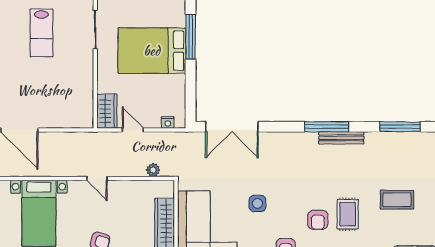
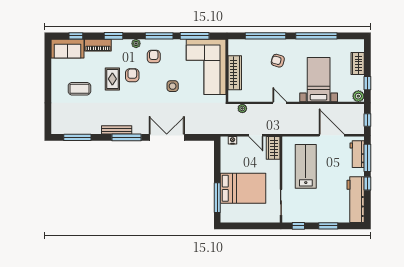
lab bench: (41, 33) -> (306, 166), moved, width x1.36, depth x1.39
double door: (232, 127) -> (167, 137), moved

